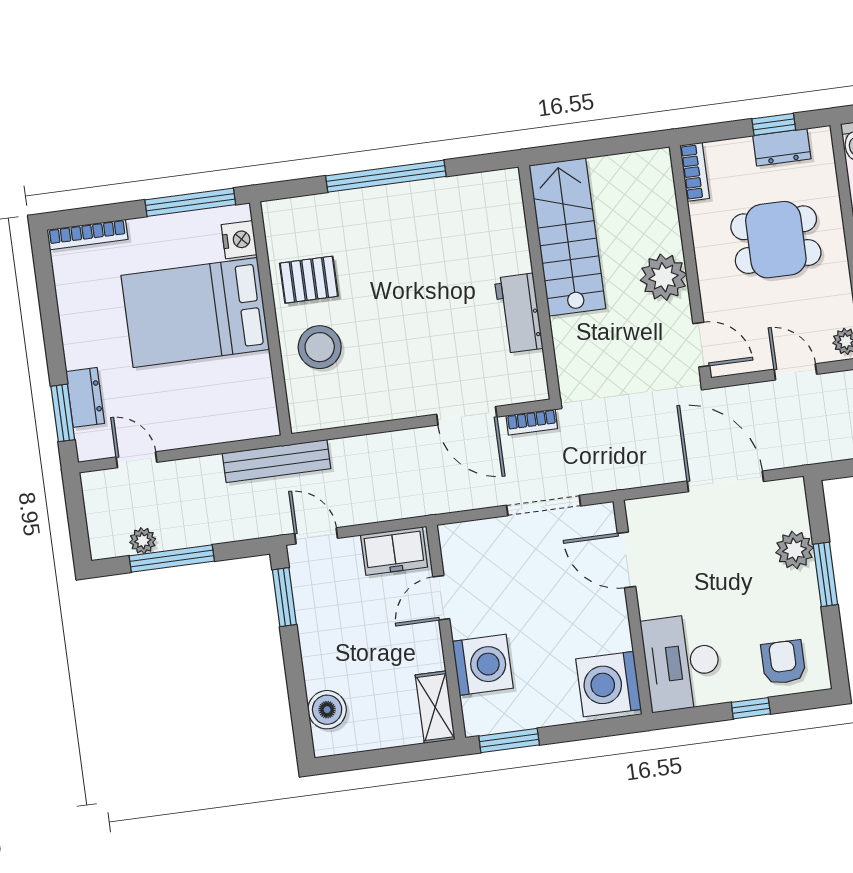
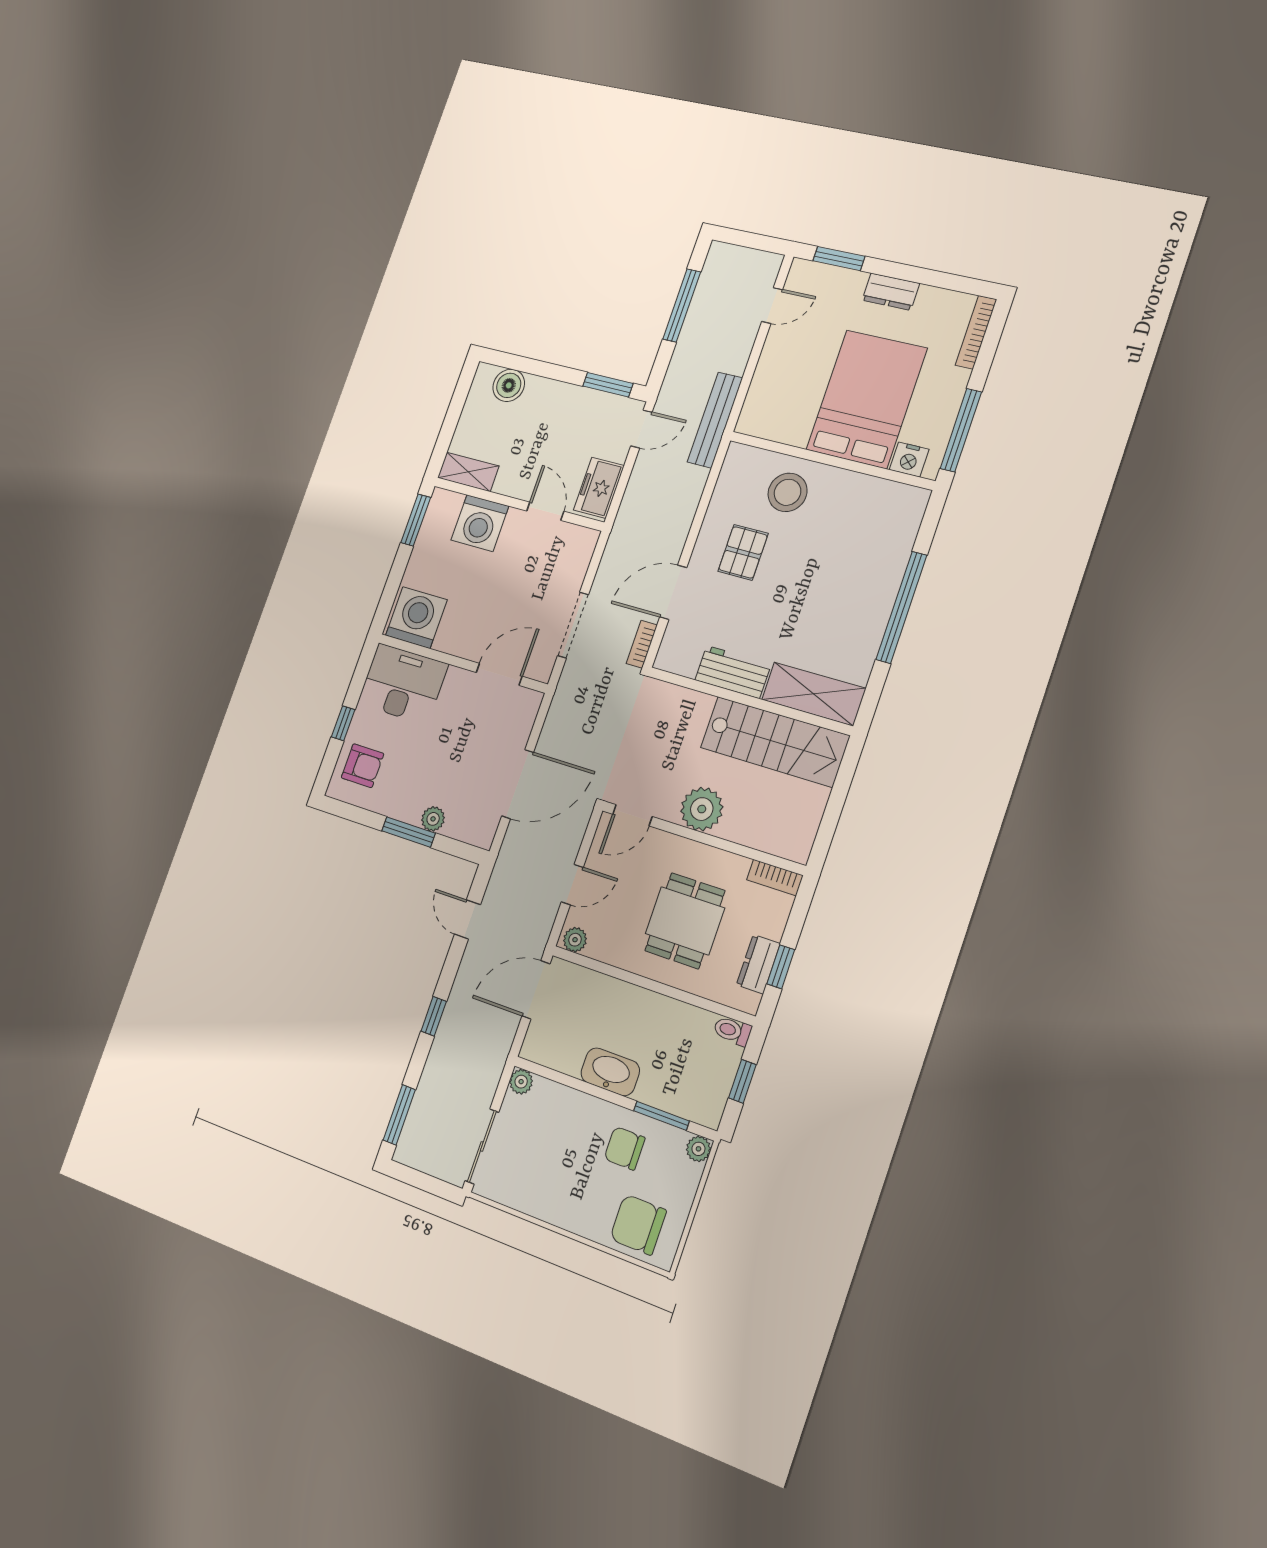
shelving: (505, 221) -> (814, 694), added
pallet: (309, 280) -> (743, 552), moved
dresser: (85, 397) -> (891, 292), moved
plant: (143, 541) -> (707, 287), removed
plant: (795, 550) -> (433, 819), width x0.73, depth x0.73

